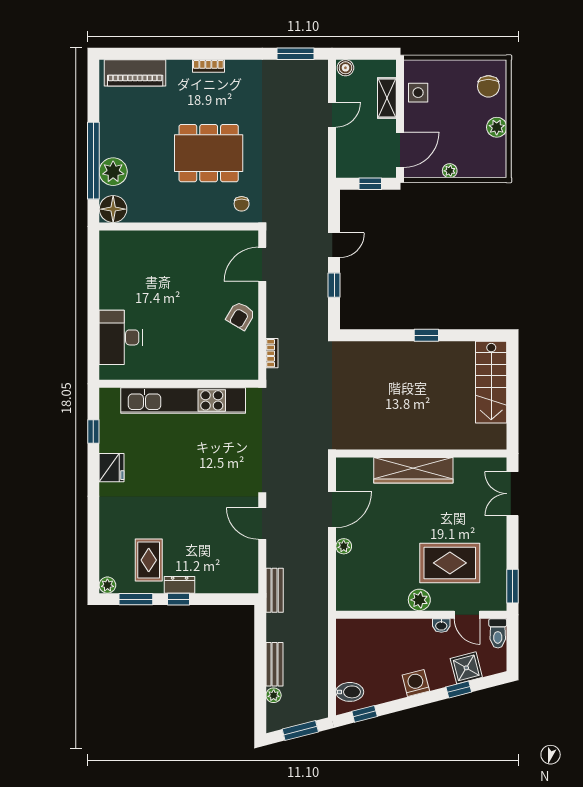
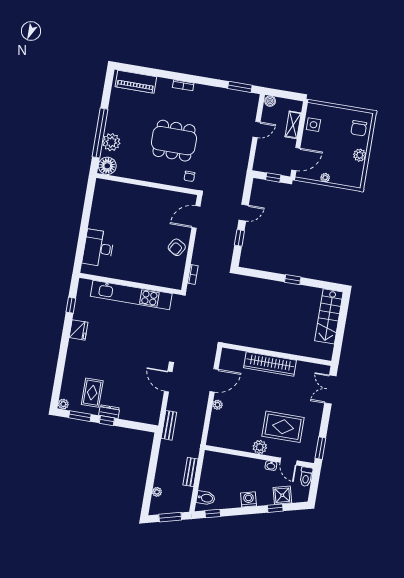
bench: (274, 664) -> (191, 472), moved

